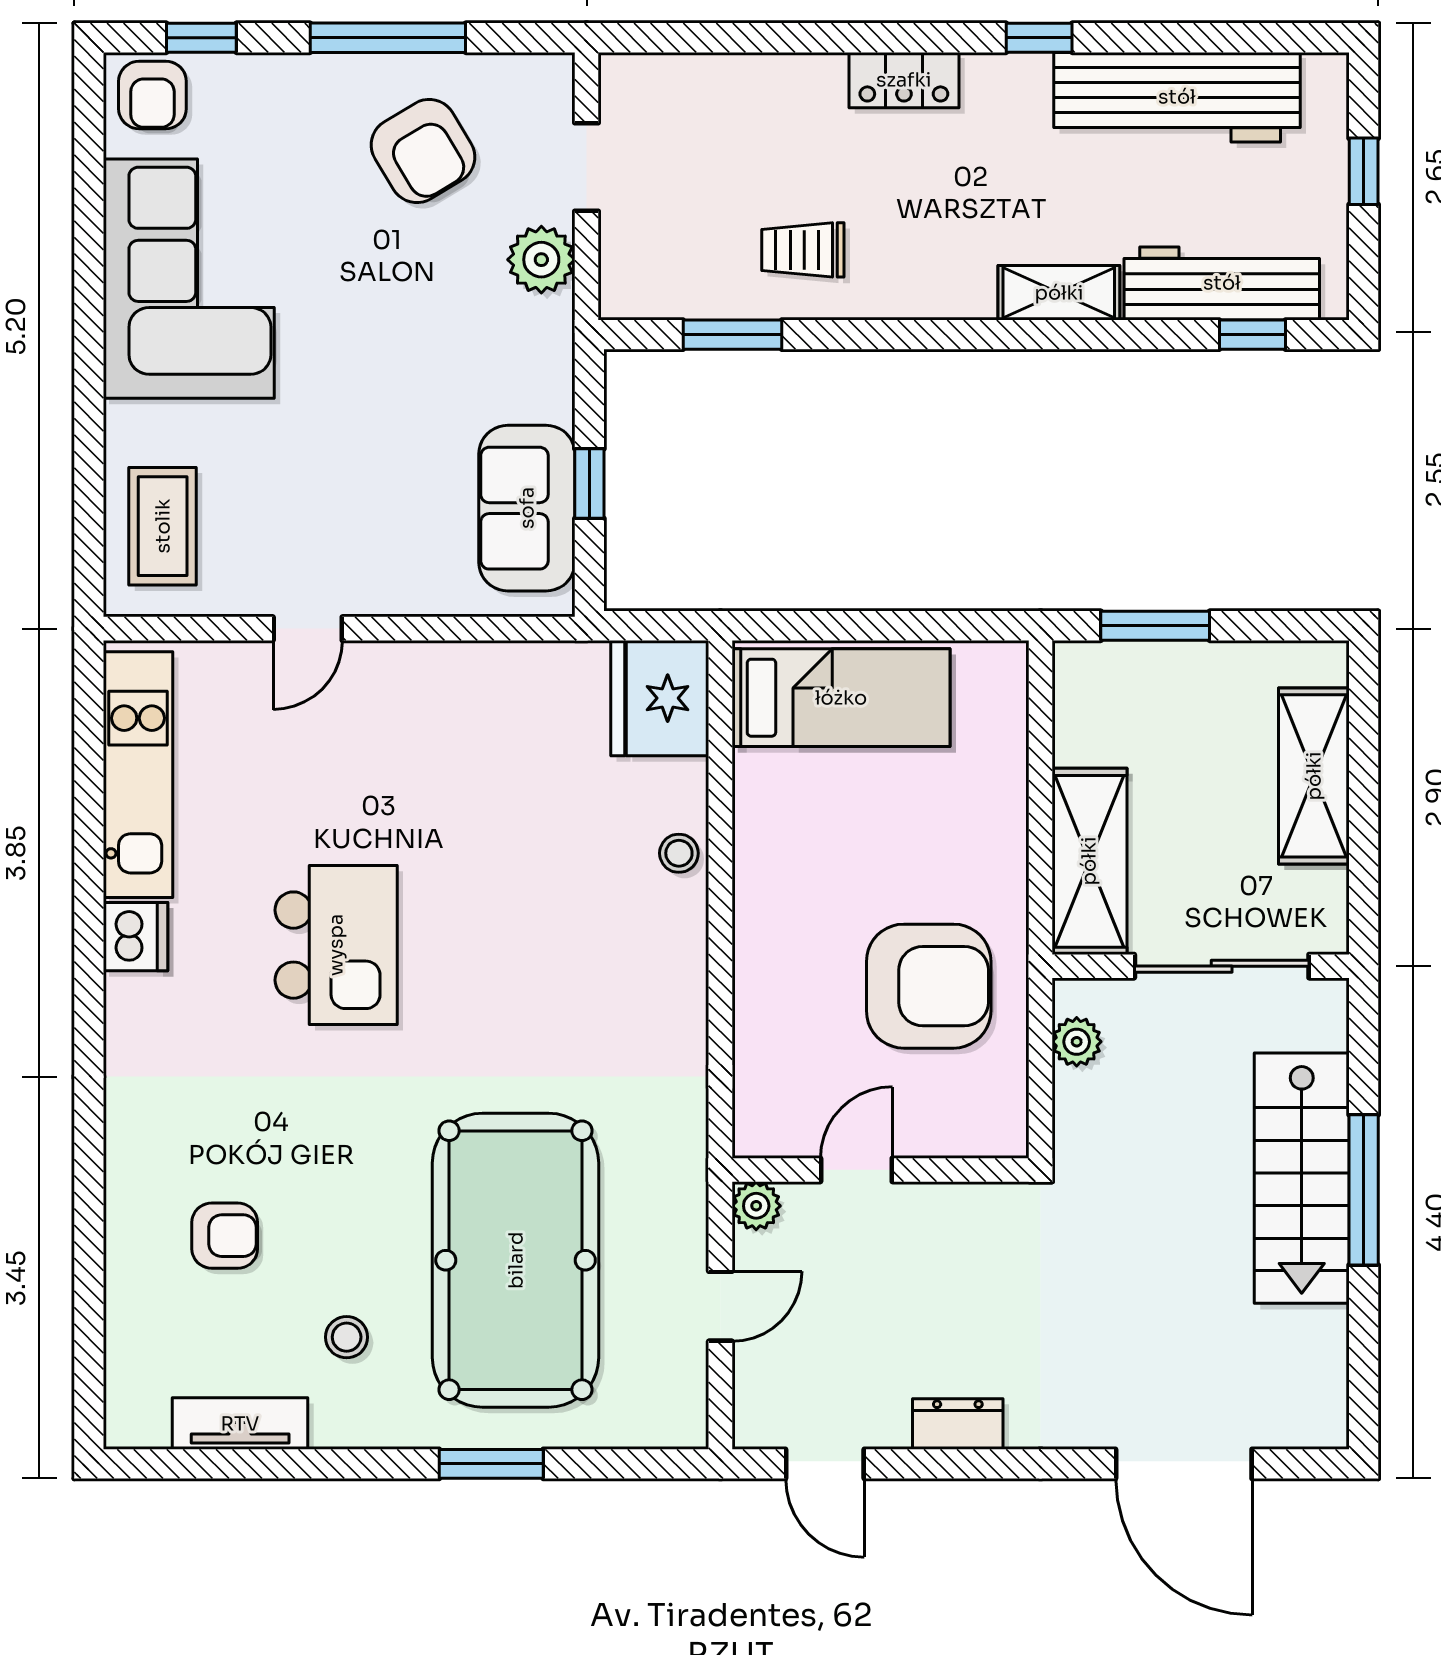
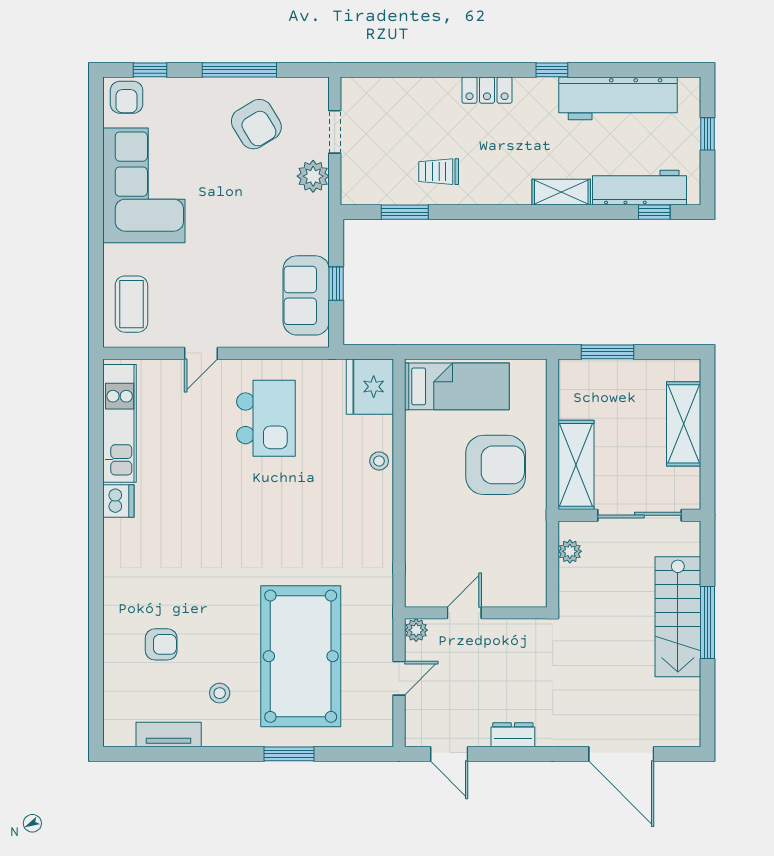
kitchen island: (336, 945) -> (266, 418), moved
armchair: (929, 986) -> (496, 465), moved

